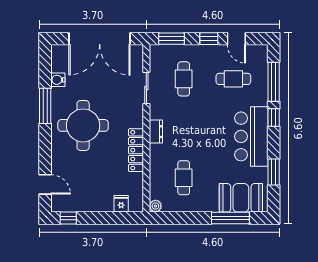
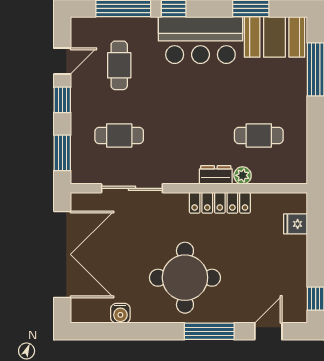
sliding door: (146, 88) -> (132, 188), width x1.37
window: (45, 106) -> (209, 331), moved
dresser: (156, 132) -> (216, 175), moved
booth: (241, 198) -> (274, 37), moved, turned 90
plant: (155, 206) -> (243, 175), moved

